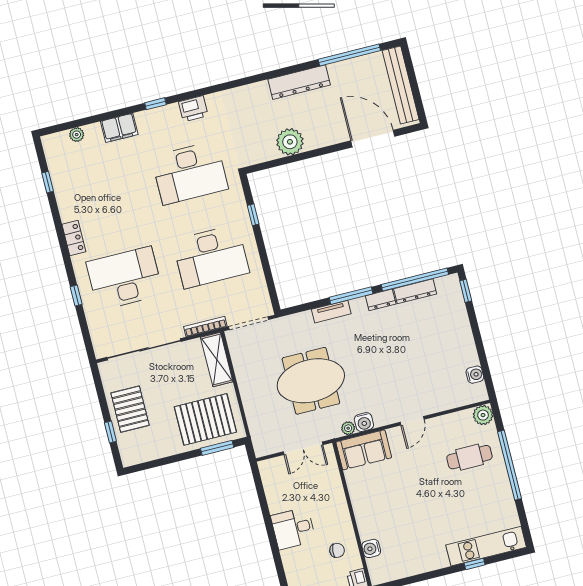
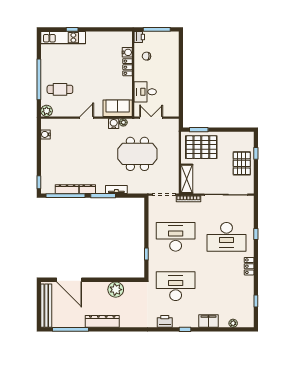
locker: (364, 523) -> (127, 67), added
desk: (293, 528) -> (145, 92), moved, turned 180

